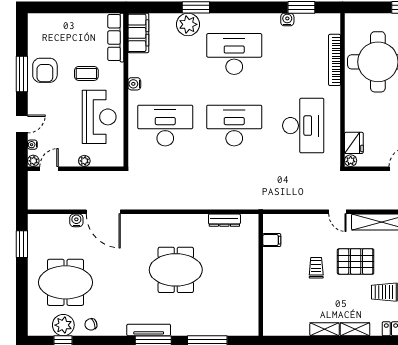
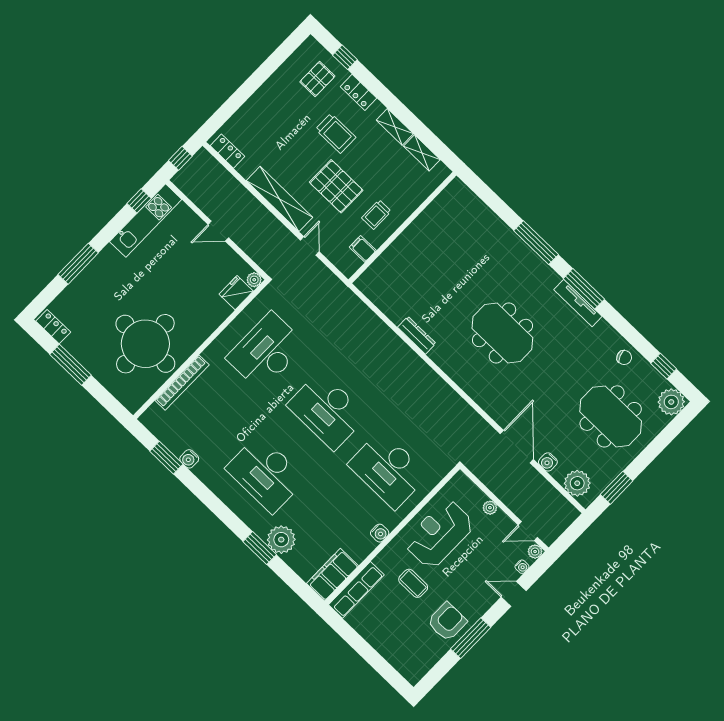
plant: (47, 225) -> (577, 483), added
filing cabinet: (272, 240) -> (363, 249), moved
wall: (261, 275) -> (402, 227), moved
plant: (63, 325) -> (671, 402), moved

